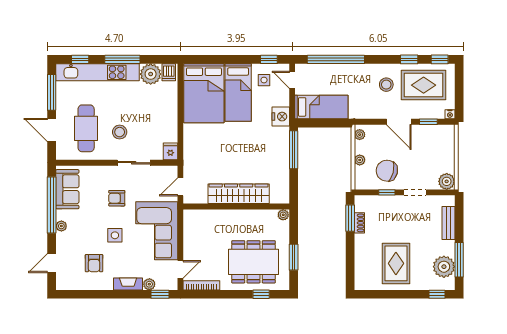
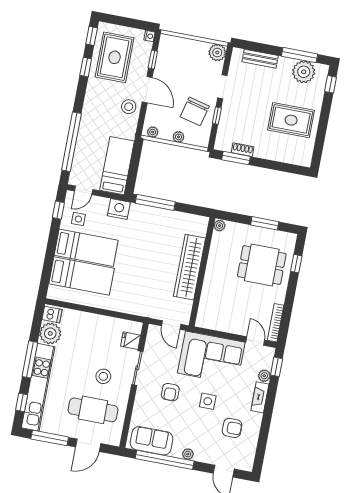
stool: (386, 85) -> (129, 107), moved
bed: (204, 93) -> (82, 276), width x0.67
door: (399, 122) -> (147, 90), hinge flipped
fridge: (170, 151) -> (131, 341), moved
dining table: (253, 262) -> (262, 265), width x0.73

